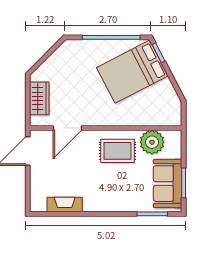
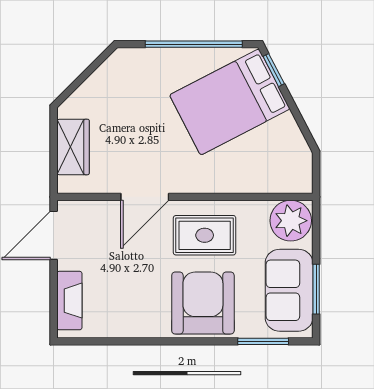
door: (68, 128) -> (145, 197), moved
plant: (152, 142) -> (291, 221), moved
armchair: (116, 191) -> (203, 303), added
fireplace: (65, 205) -> (69, 301), moved, turned 90

